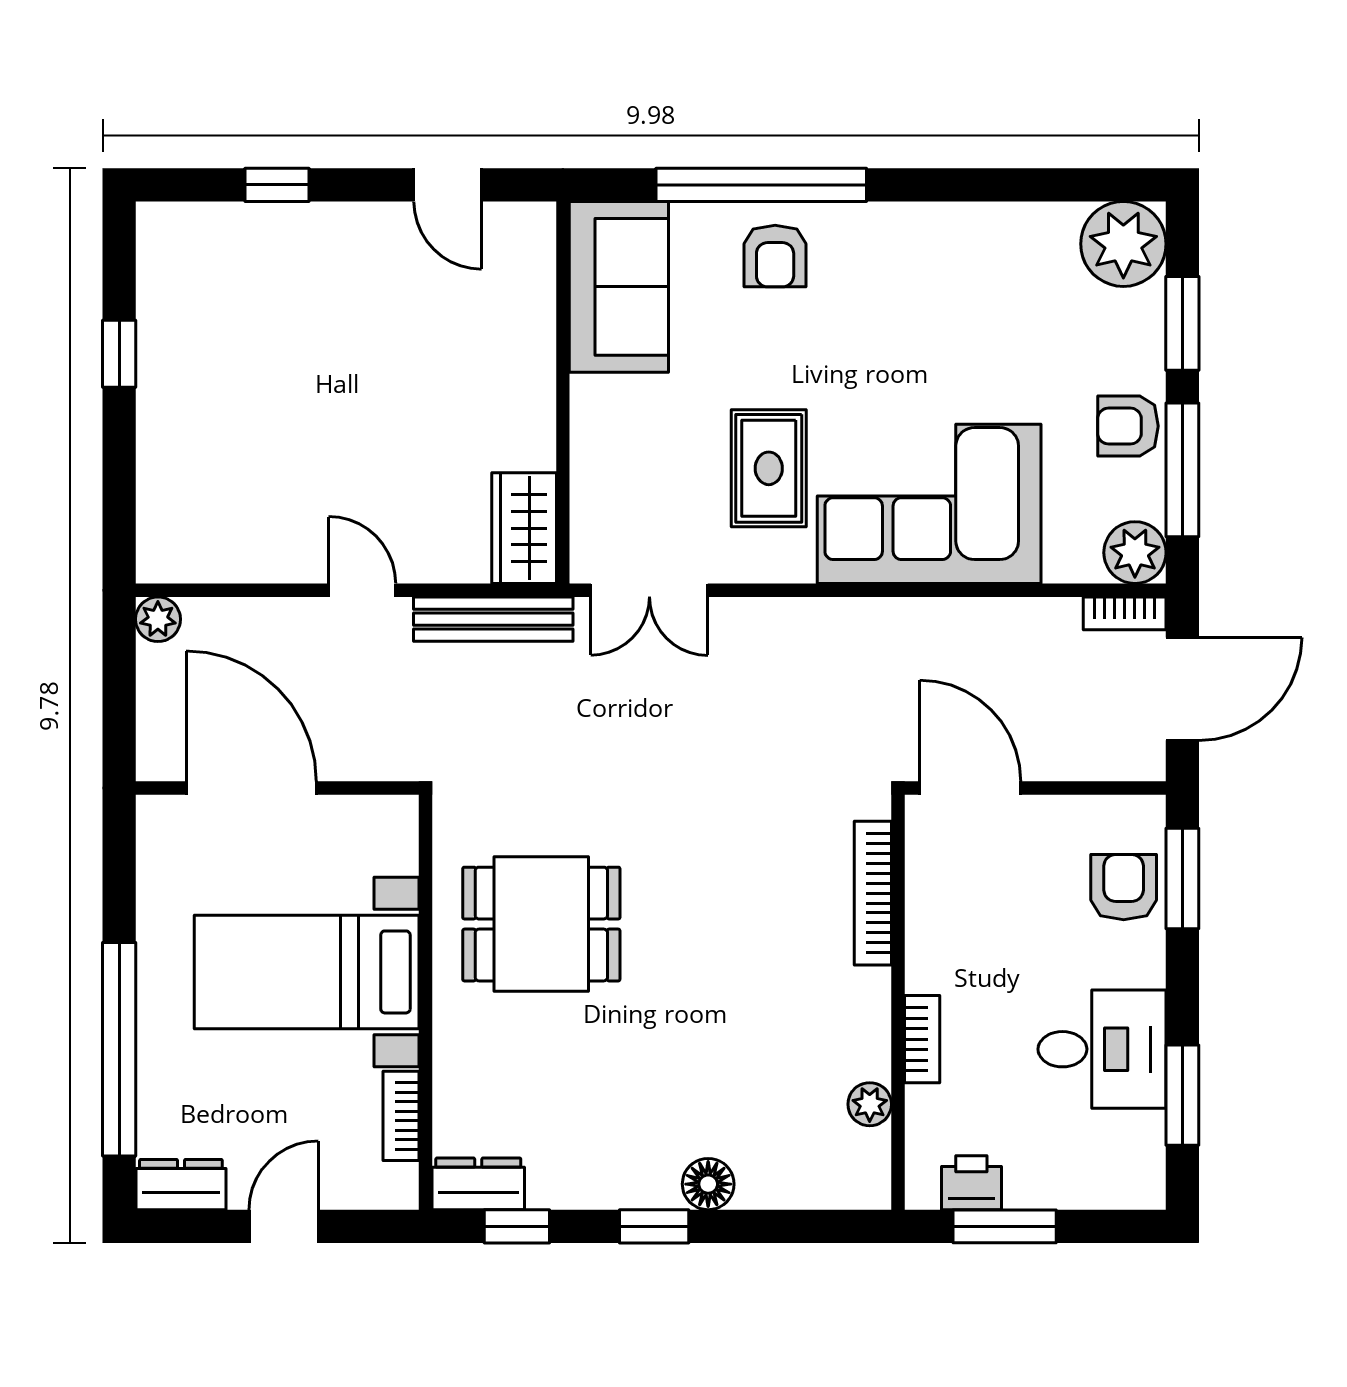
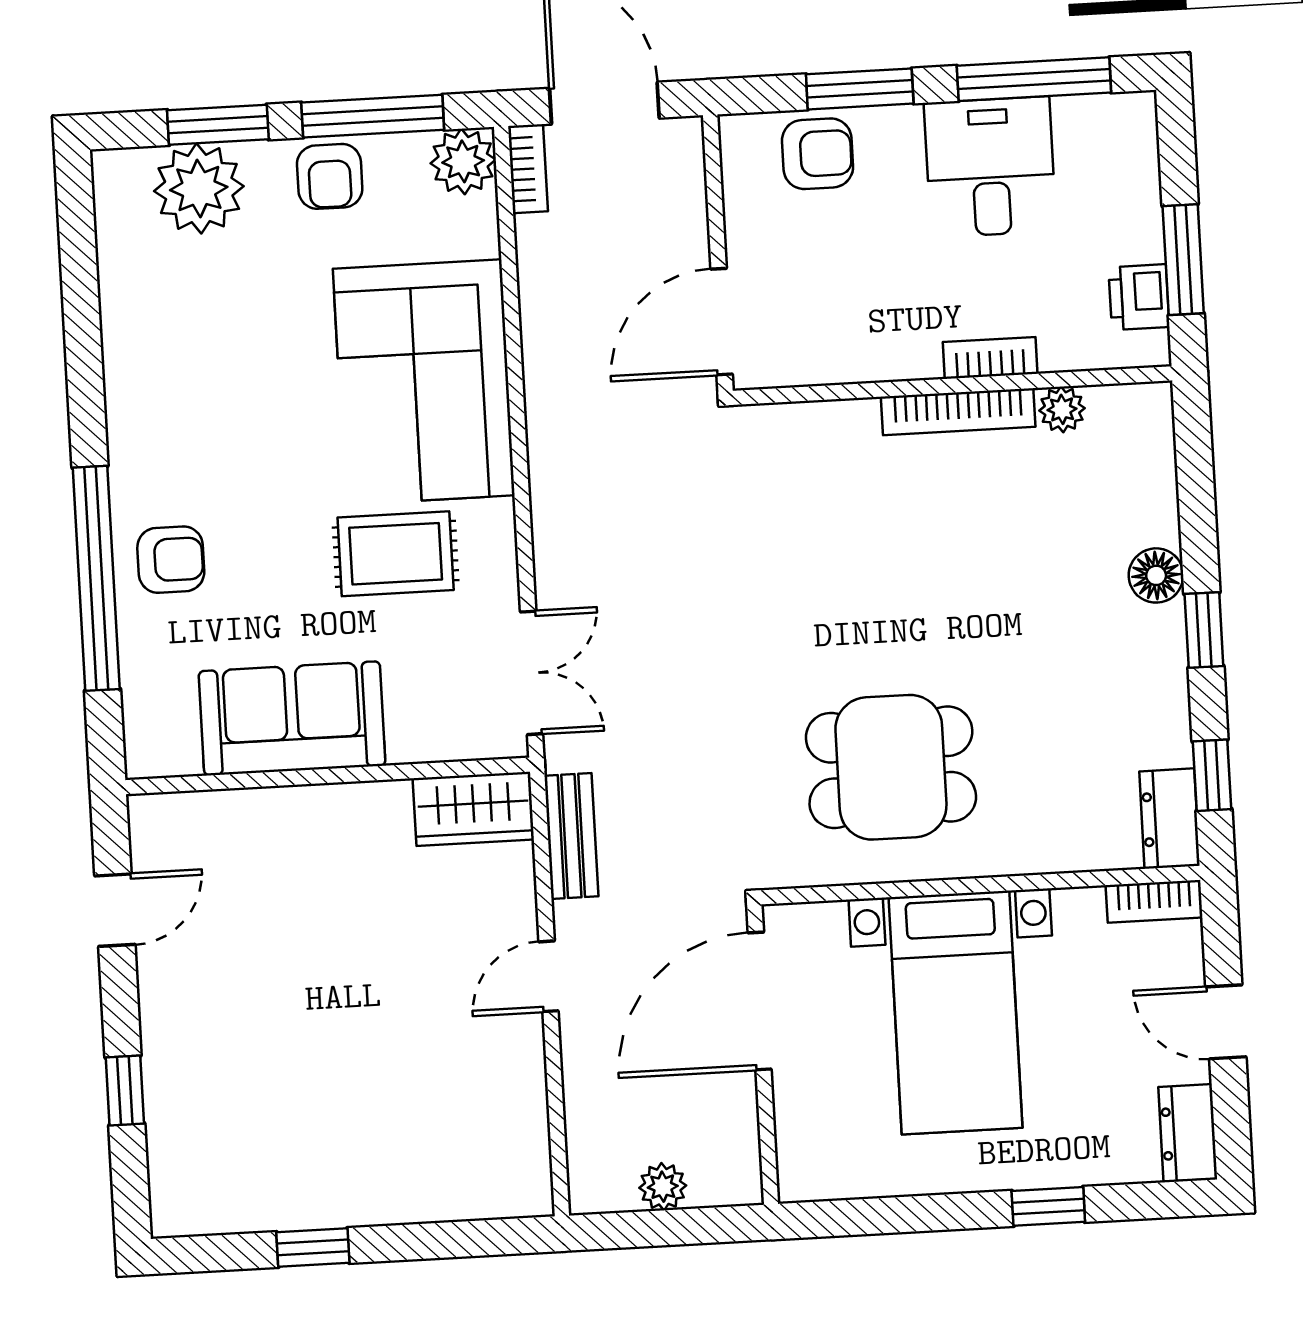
plant: (1123, 244) -> (199, 189), moved
sofa: (619, 287) -> (292, 718), moved
plant: (158, 619) -> (663, 1187), moved
bench: (493, 619) -> (571, 836), width x0.73
door: (251, 788) -> (760, 1001), moved
window: (1182, 879) -> (860, 89), moved
armchair: (1124, 887) -> (818, 154), turned 180
bookcase: (873, 893) -> (958, 412), moved
dining table: (541, 924) -> (891, 767), turned 90
window: (119, 1049) -> (1048, 1206), width x0.32
window: (1182, 1095) -> (1034, 79), width x1.44
bookcase: (401, 1116) -> (1154, 901), moved

